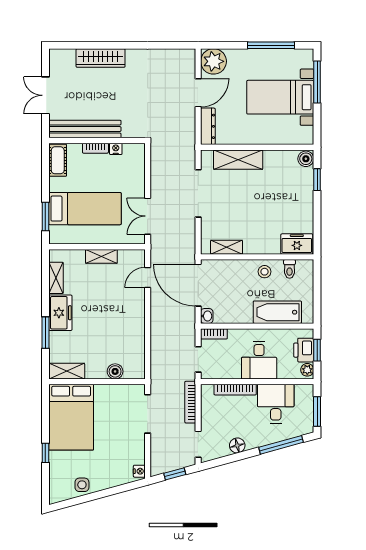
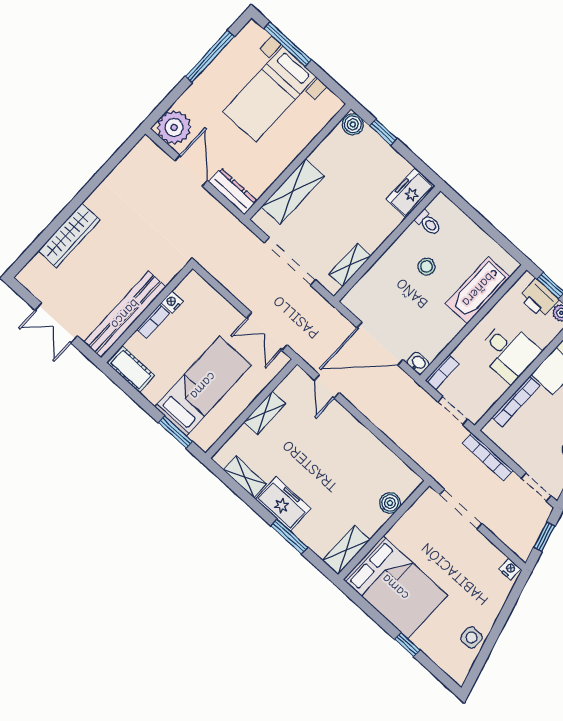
freezer: (297, 244) -> (410, 193), moved
shelving: (227, 247) -> (350, 265), moved
wall: (257, 257) -> (387, 244), moved
toilet: (289, 269) -> (428, 223), moved

